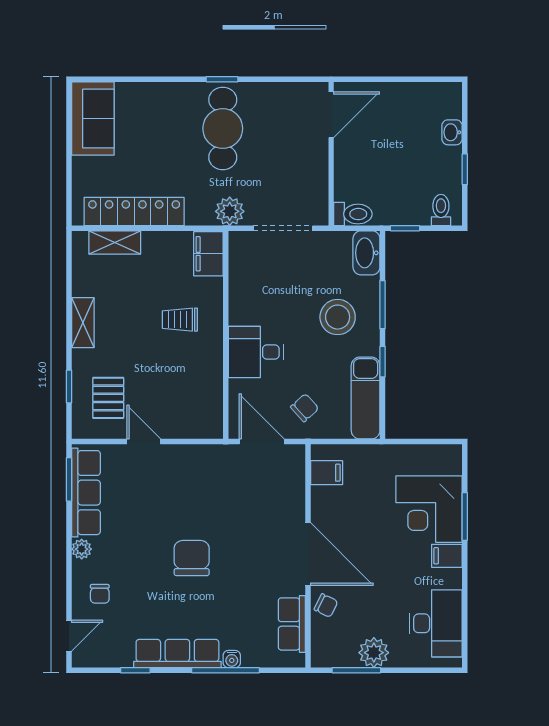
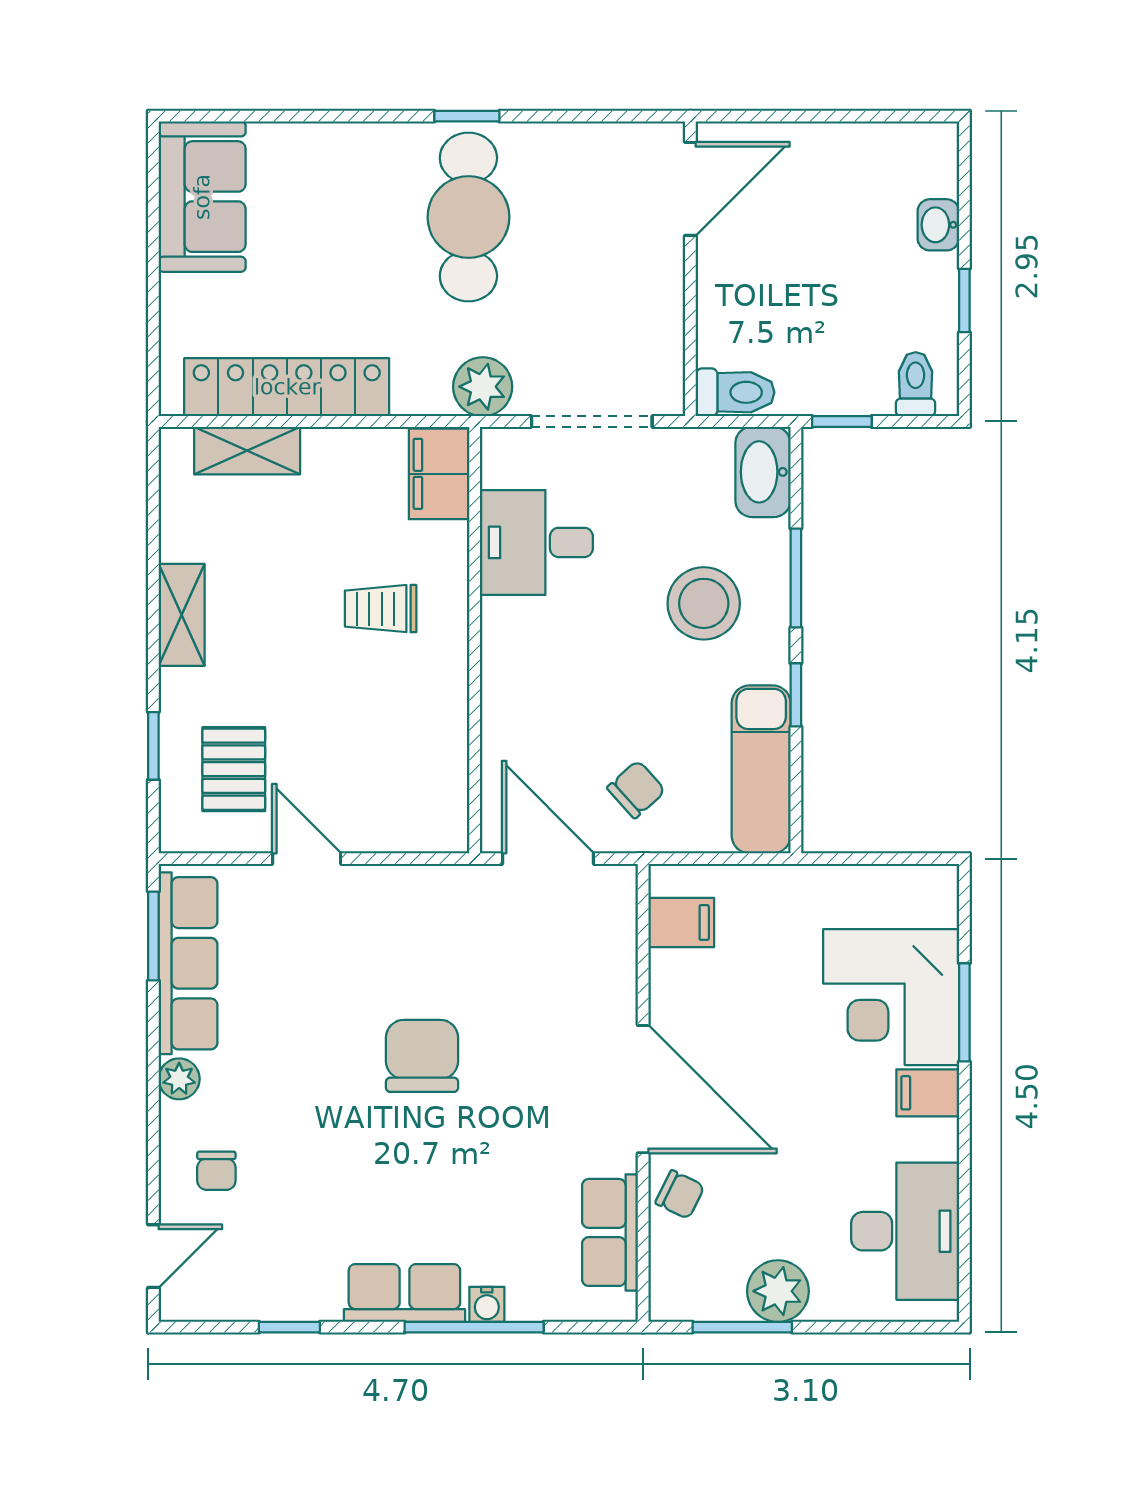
desk: (256, 352) -> (536, 542), moved
chair: (192, 558) -> (422, 1056), moved
row of seats: (177, 653) -> (404, 1293), width x0.68

